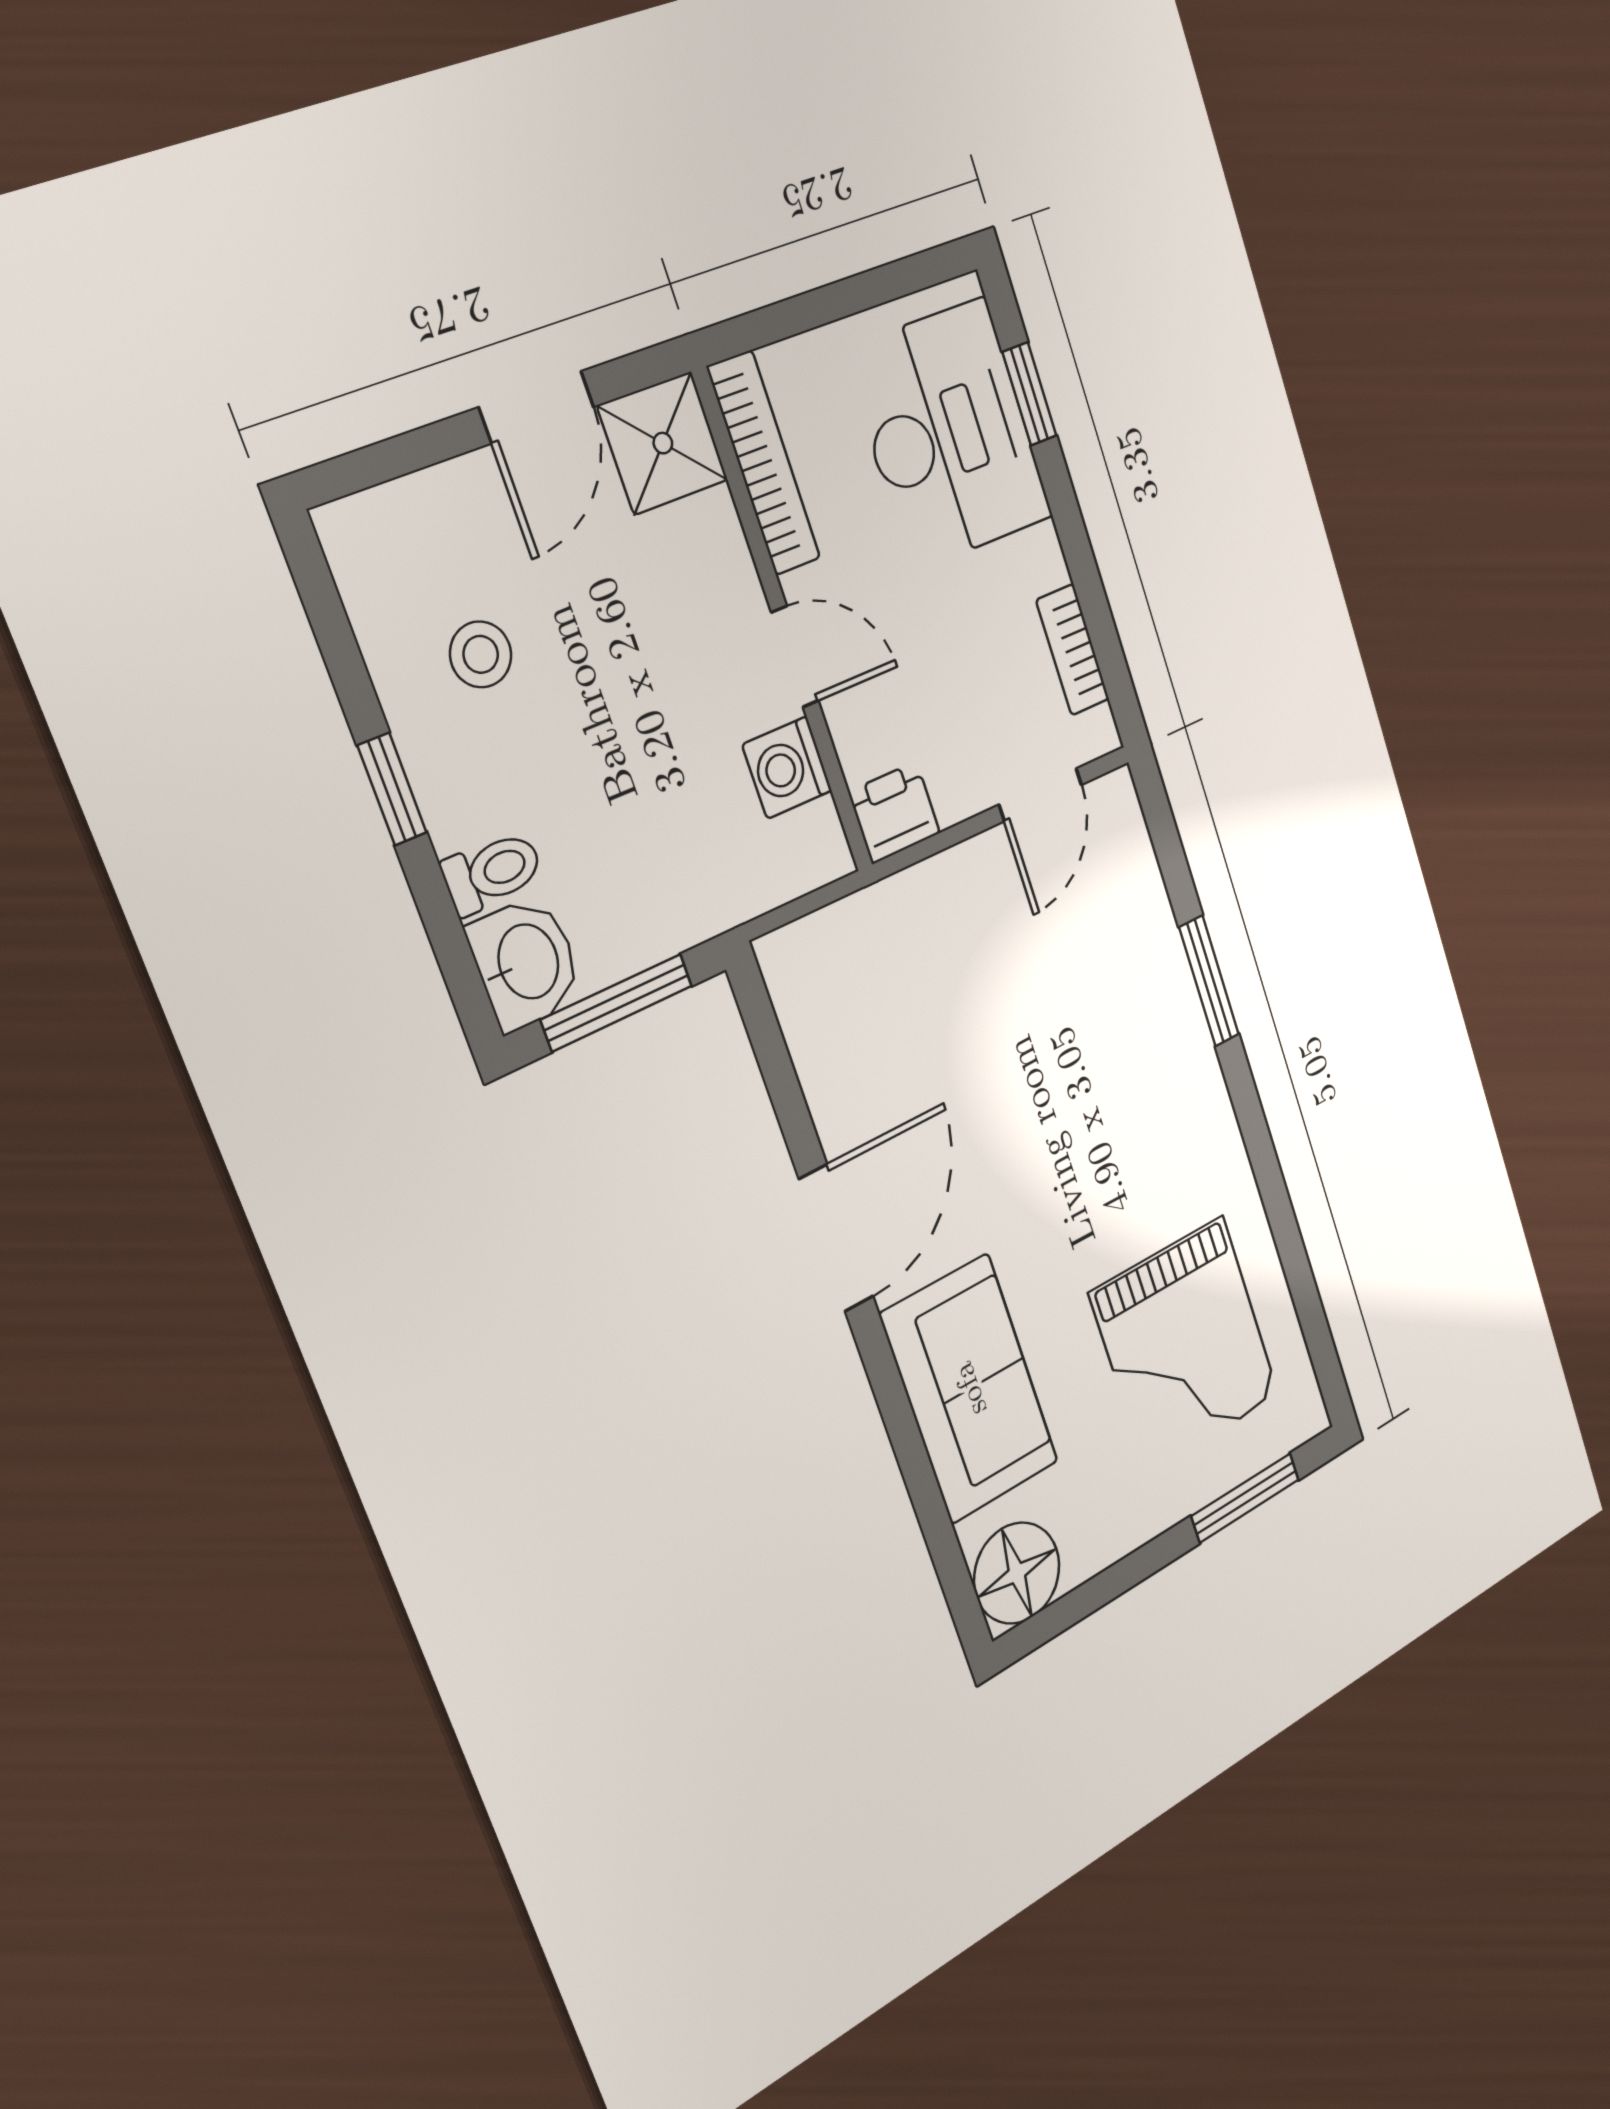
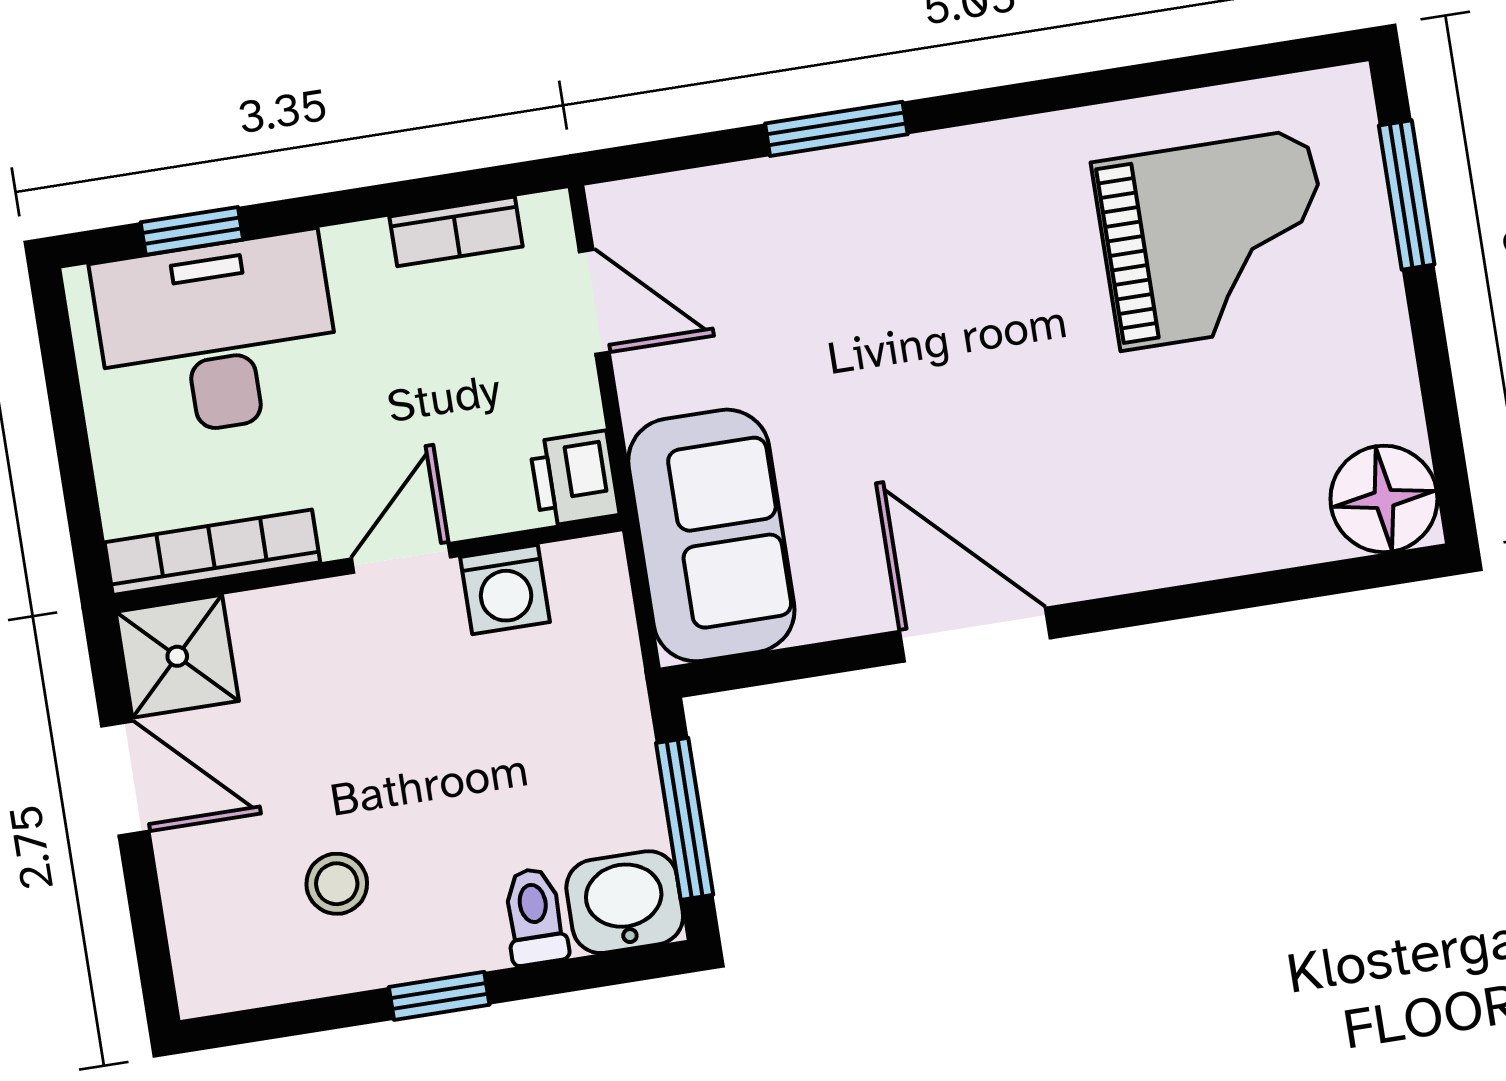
sofa: (970, 1389) -> (711, 535), moved, turned 90

